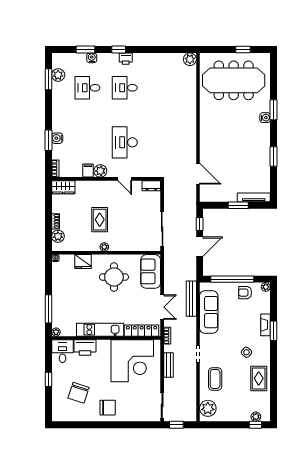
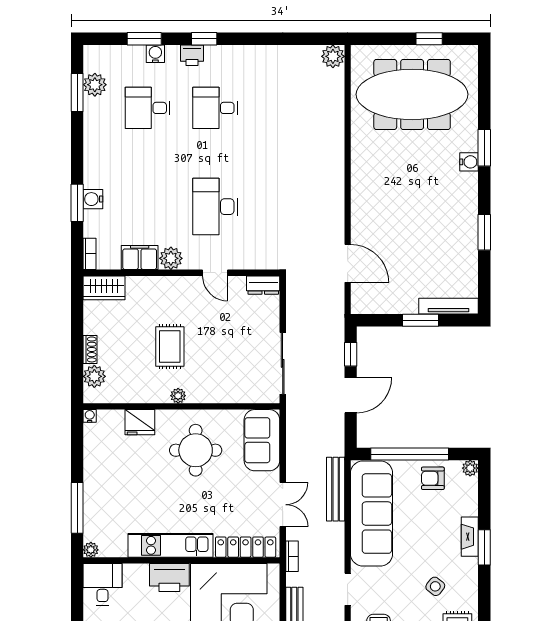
printer: (126, 59) -> (192, 55), moved
filing cabinet: (88, 170) -> (140, 258), width x2.00
sofa: (209, 312) -> (372, 514), width x1.36, depth x1.27
printer: (85, 347) -> (169, 578), moved

